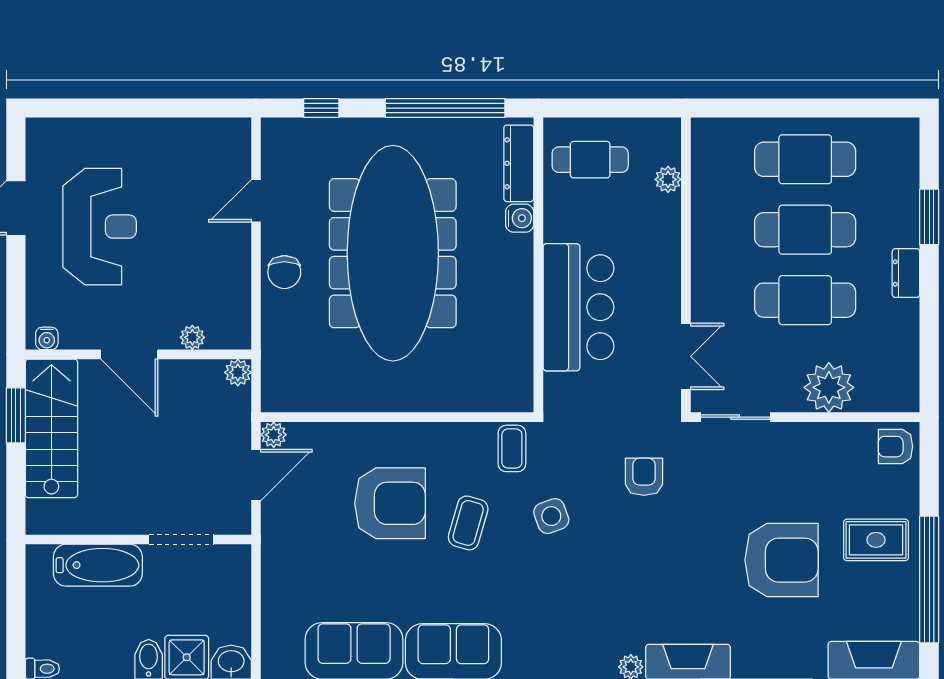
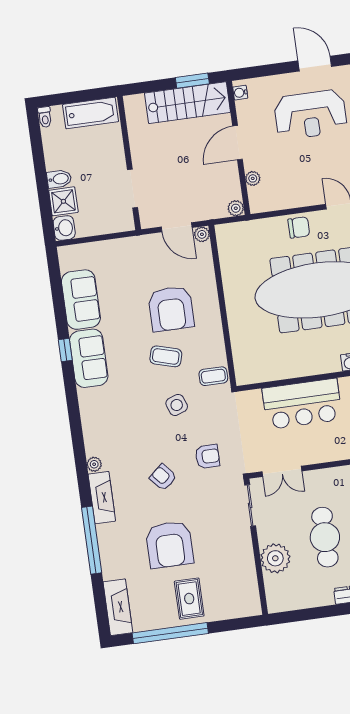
chair: (284, 272) -> (299, 227), turned 180
armchair: (895, 447) -> (163, 477), moved, turned -41
bathtub: (98, 565) -> (91, 113), moved, turned -90

